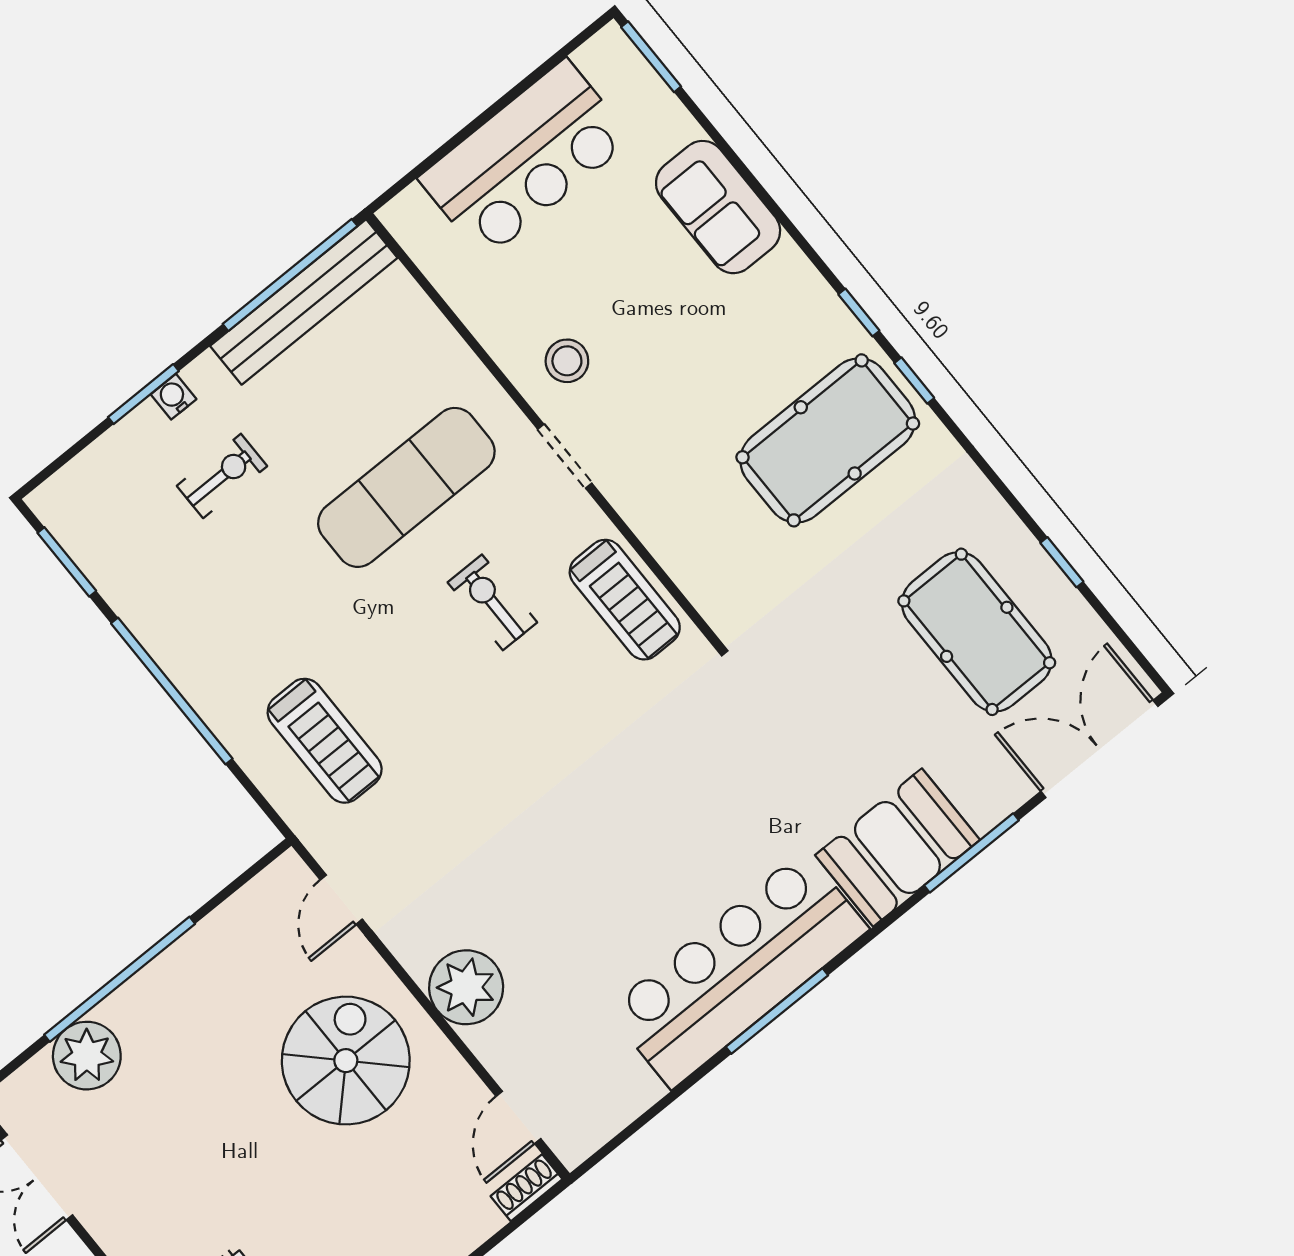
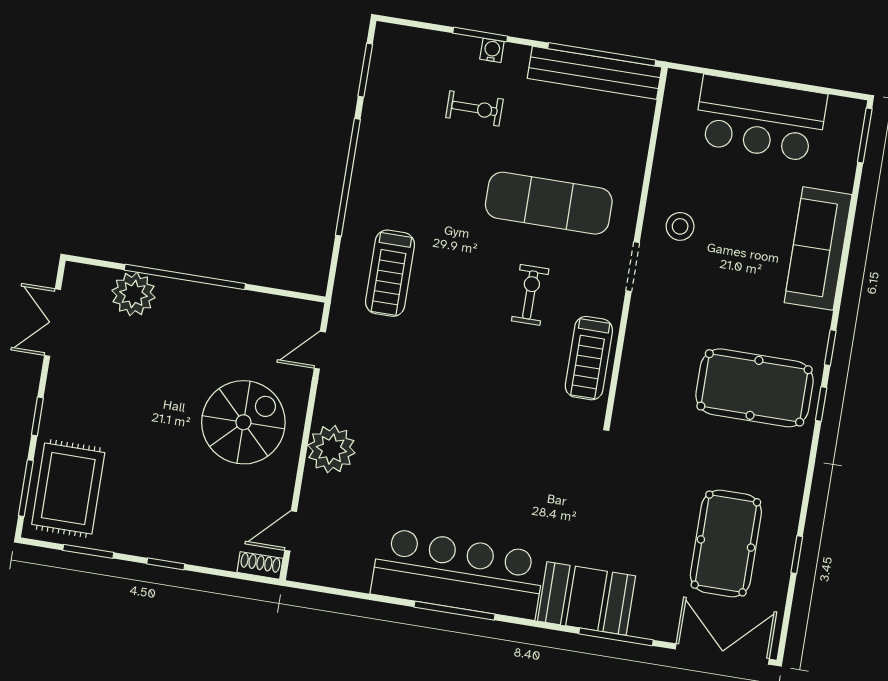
sofa: (718, 207) -> (818, 249), width x1.36

